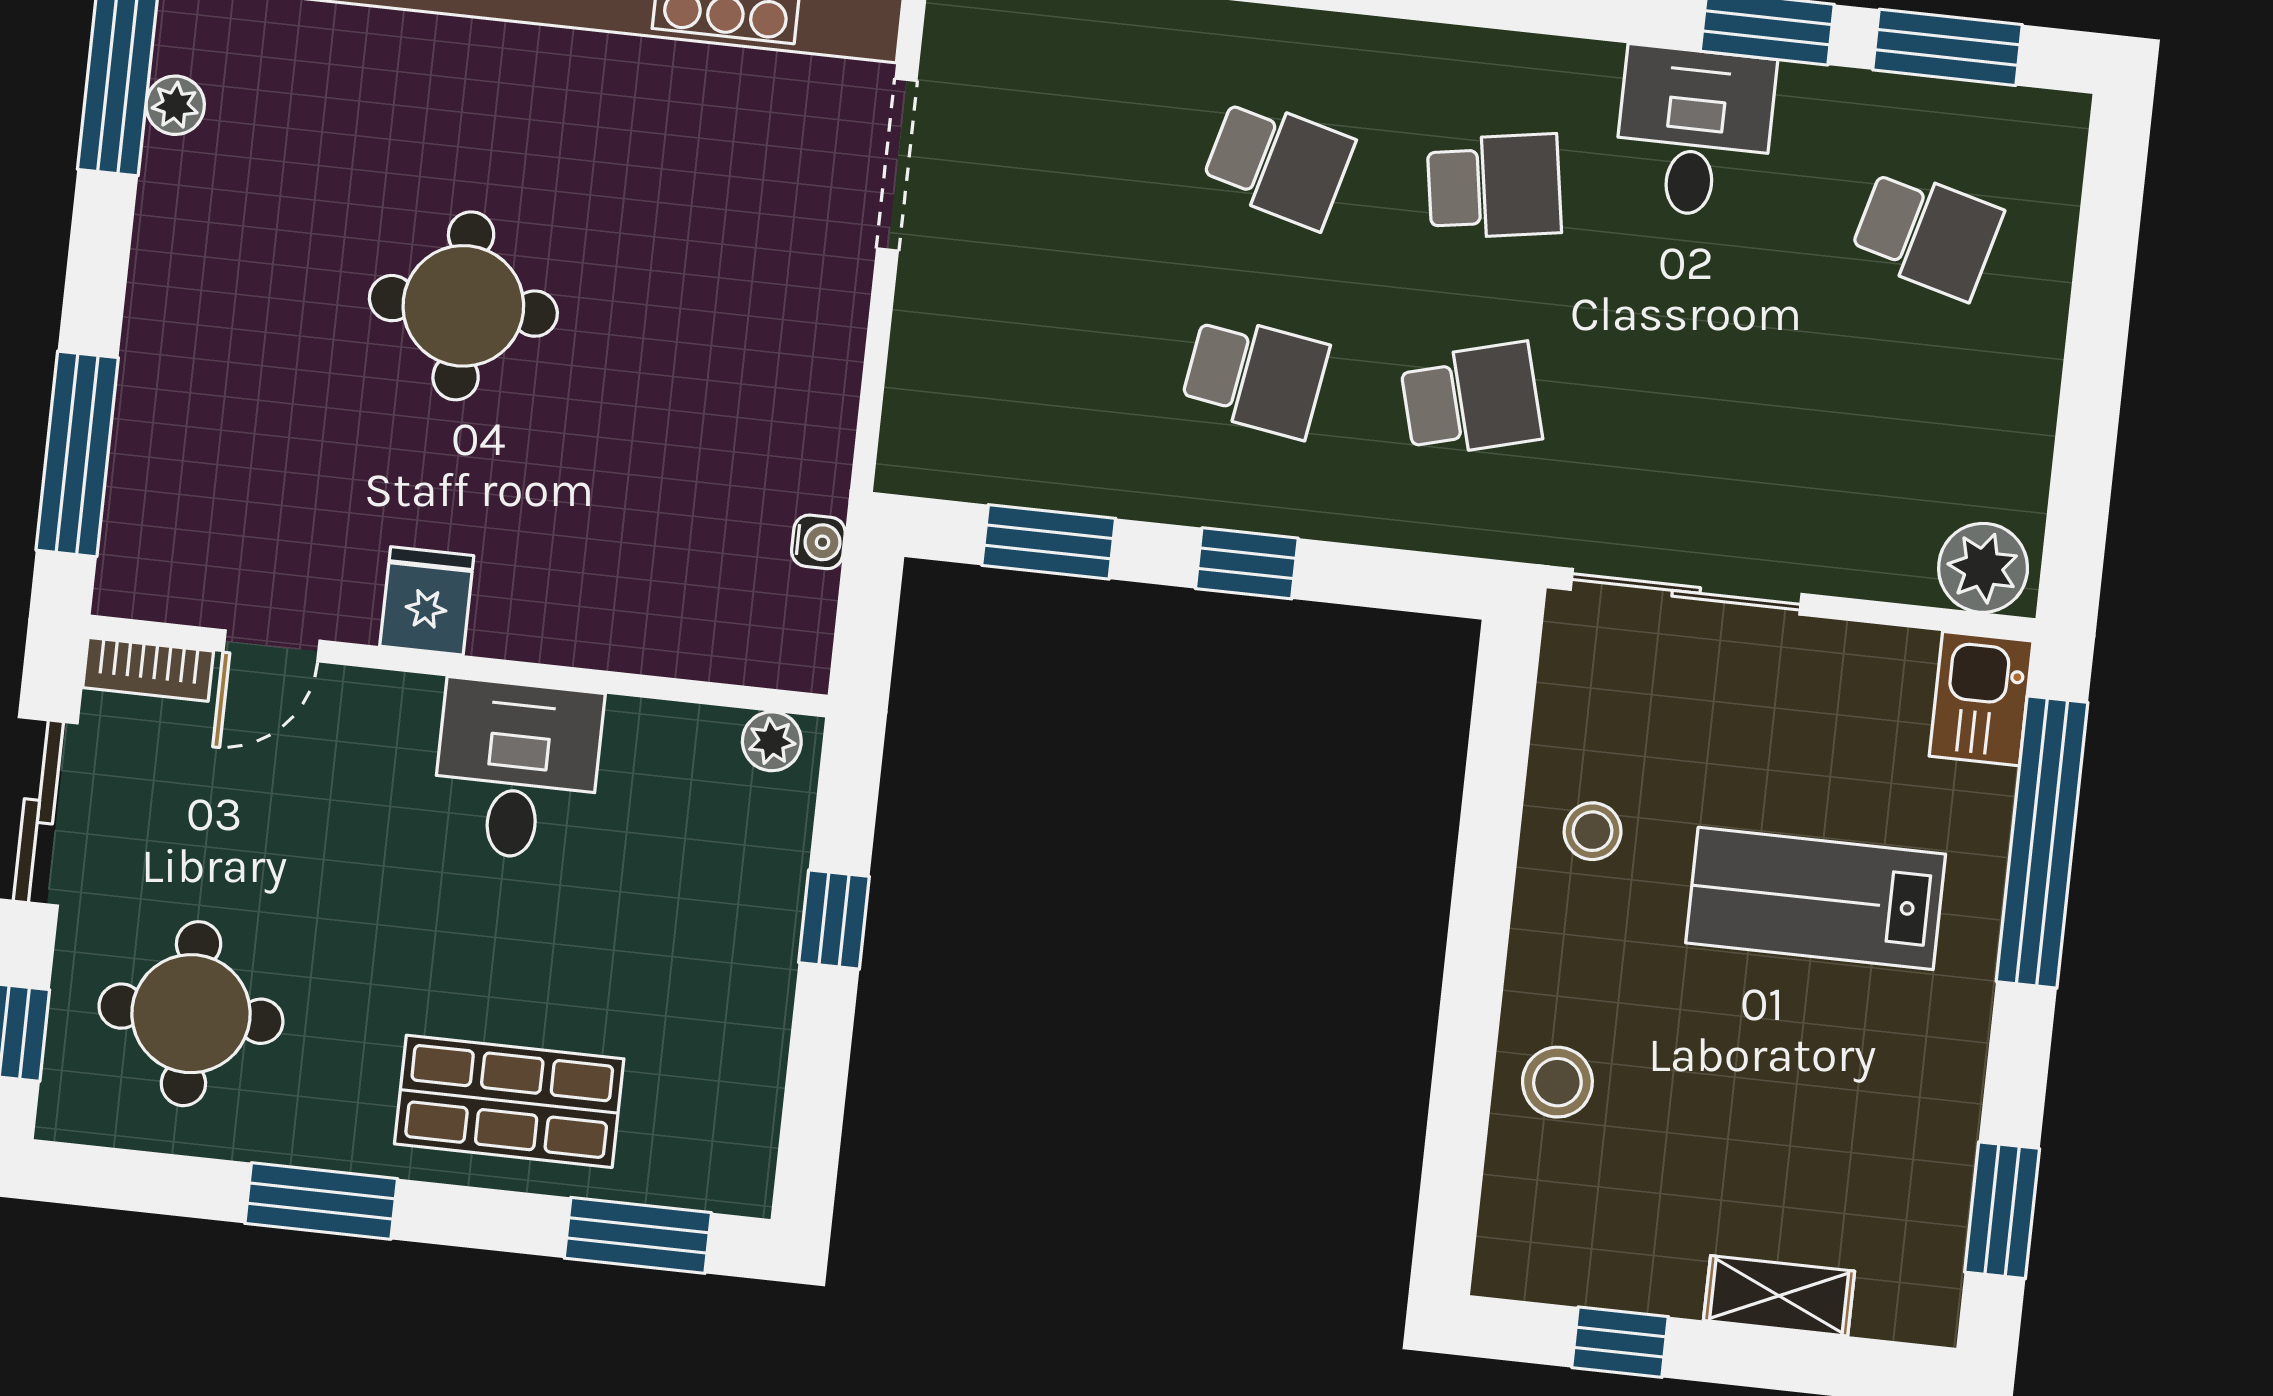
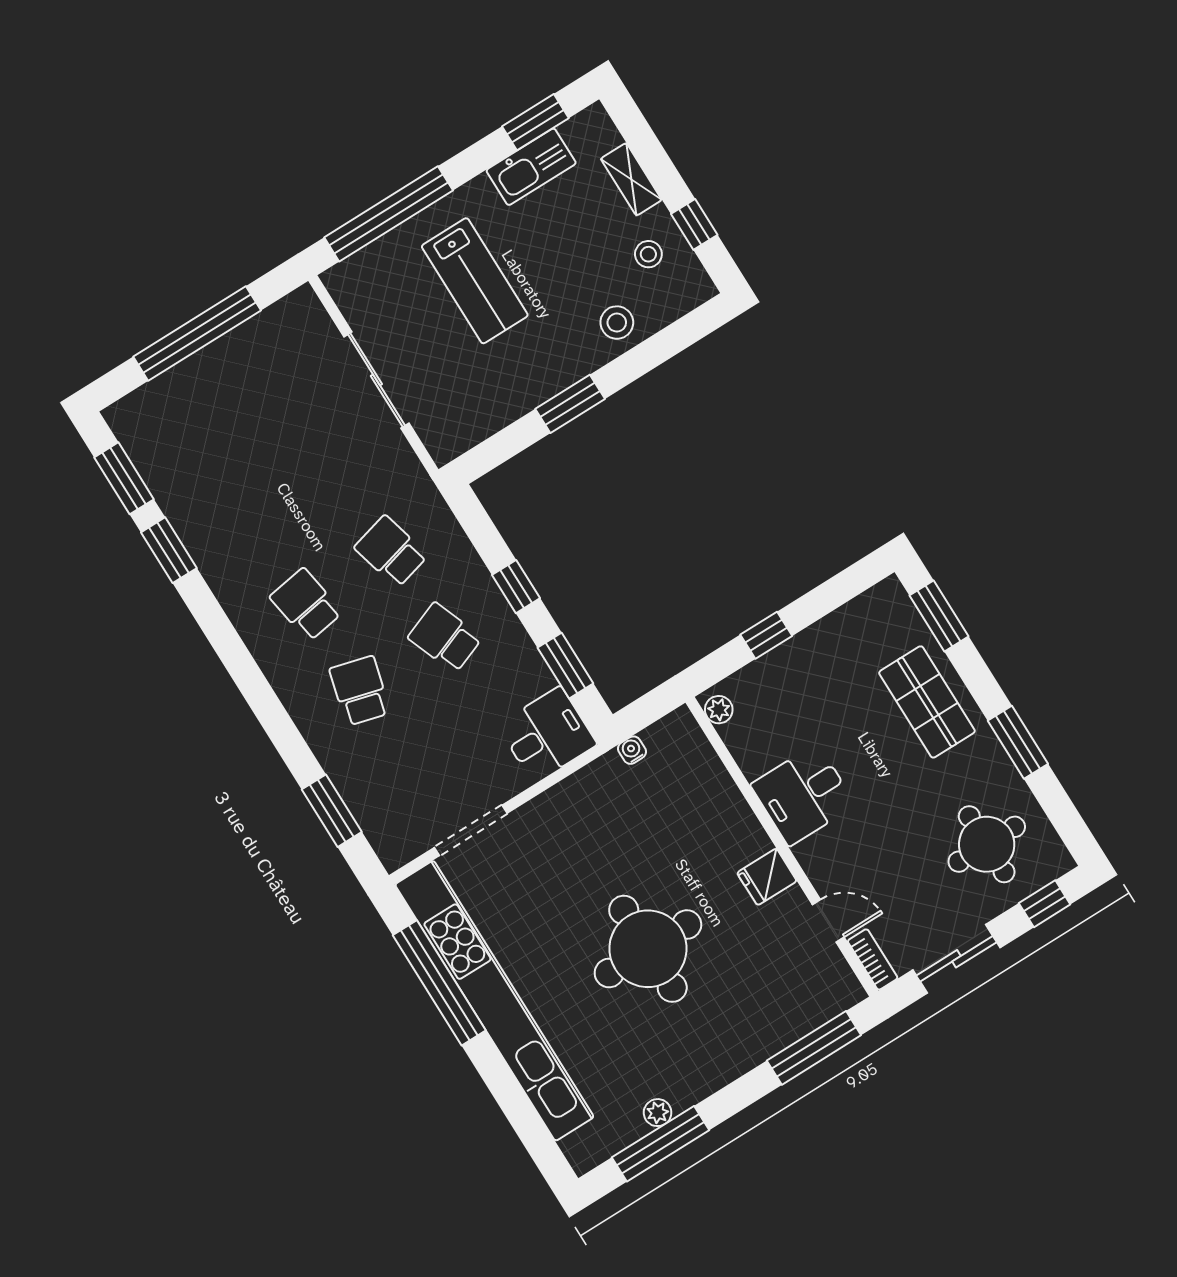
desk: (1694, 132) -> (547, 735), moved, turned 180
school desk: (1927, 233) -> (198, 432), removed
round table: (463, 306) -> (648, 949), width x1.36, depth x1.36
window: (2094, 362) -> (197, 334), added
school desk: (1255, 376) -> (445, 638), turned -30
plant: (1983, 568) -> (305, 315), removed
sliding door: (1686, 592) -> (376, 380), moved
kitchen sink: (1981, 699) -> (531, 167), moved, width x1.38
stool: (1593, 831) -> (648, 254), moved
window: (1483, 896) -> (570, 404), added

